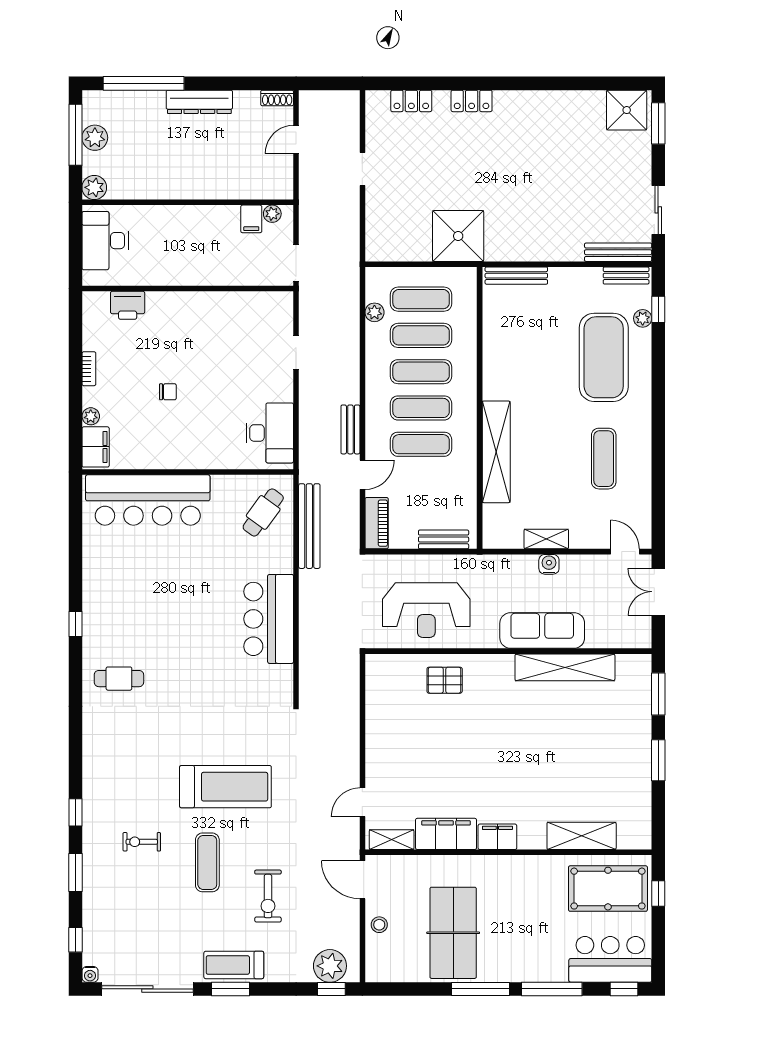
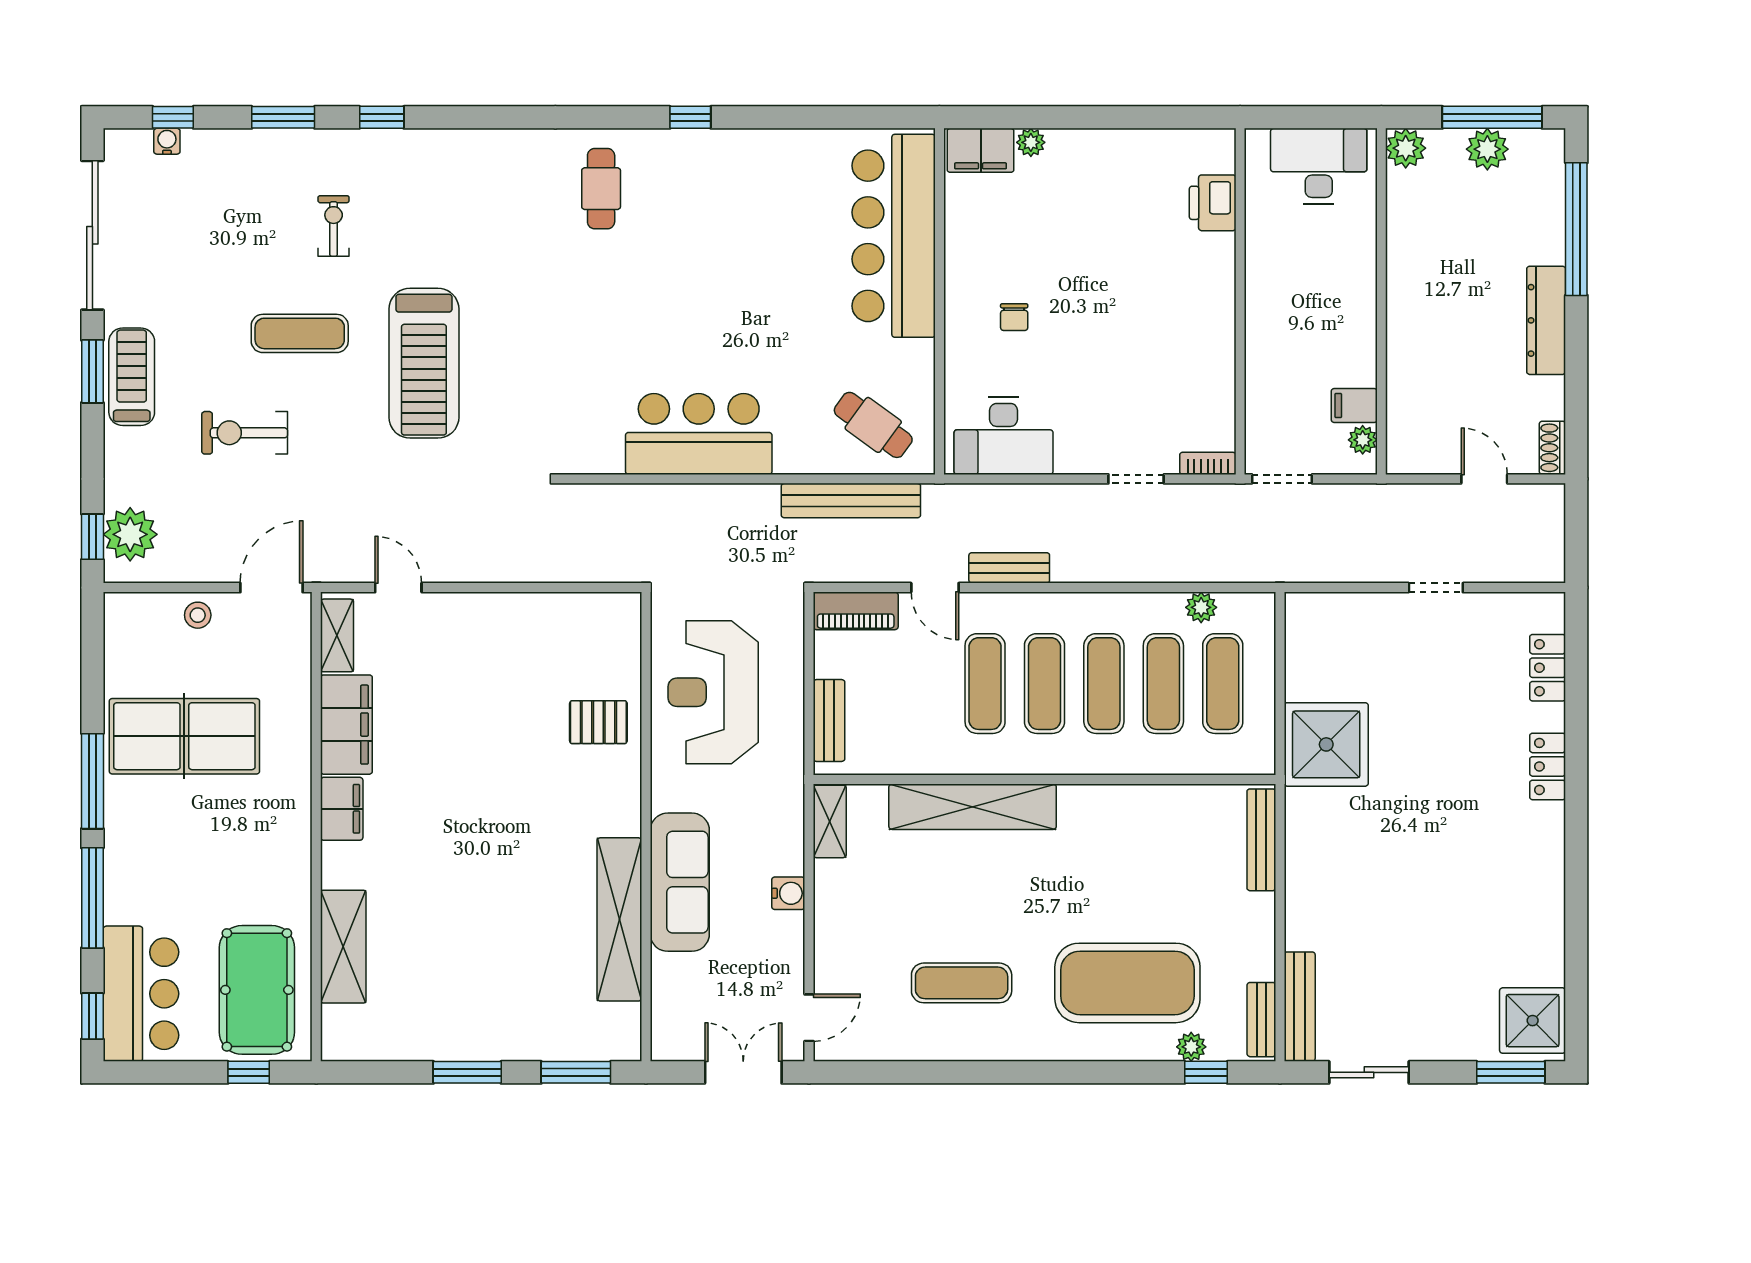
bookcase: (89, 369) -> (1208, 463), moved, turned 180
chair: (168, 392) -> (1014, 317), moved
shelving: (546, 539) -> (830, 821), moved
pallet: (445, 680) -> (598, 722), turned 90
water cooler: (90, 974) -> (167, 141), moved, turned 90

